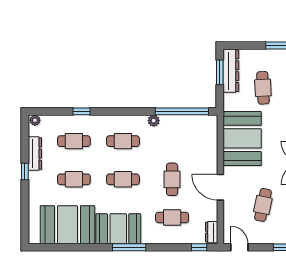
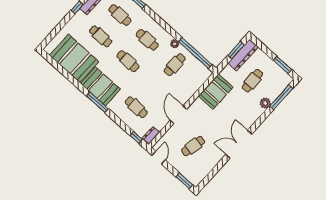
booth: (242, 138) -> (216, 92), width x0.73, depth x0.70
cafe table: (172, 179) -> (175, 65), moved

